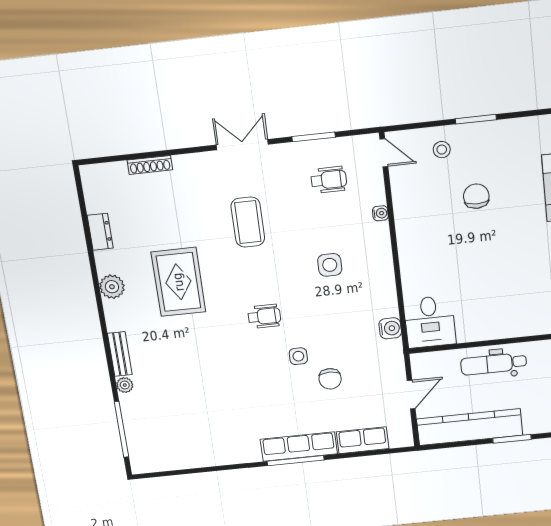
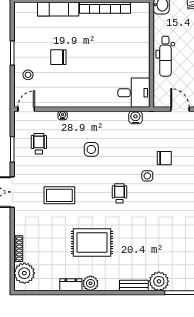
plant: (111, 179) -> (24, 273), added
dresser: (100, 232) -> (71, 285), moved
plant: (125, 385) -> (159, 281), width x1.87, depth x1.87

